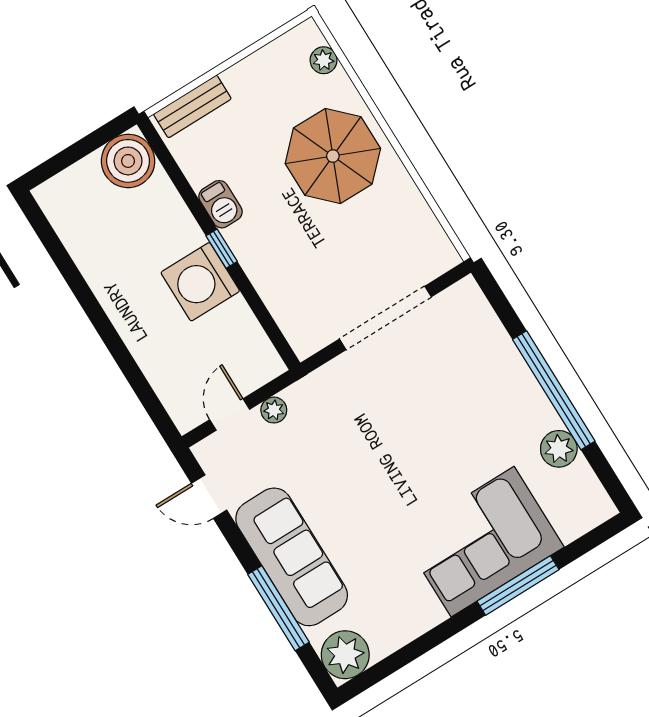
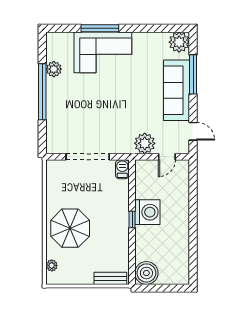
barbecue: (220, 204) -> (122, 169), moved
plant: (274, 410) -> (145, 143), width x1.88, depth x1.88

